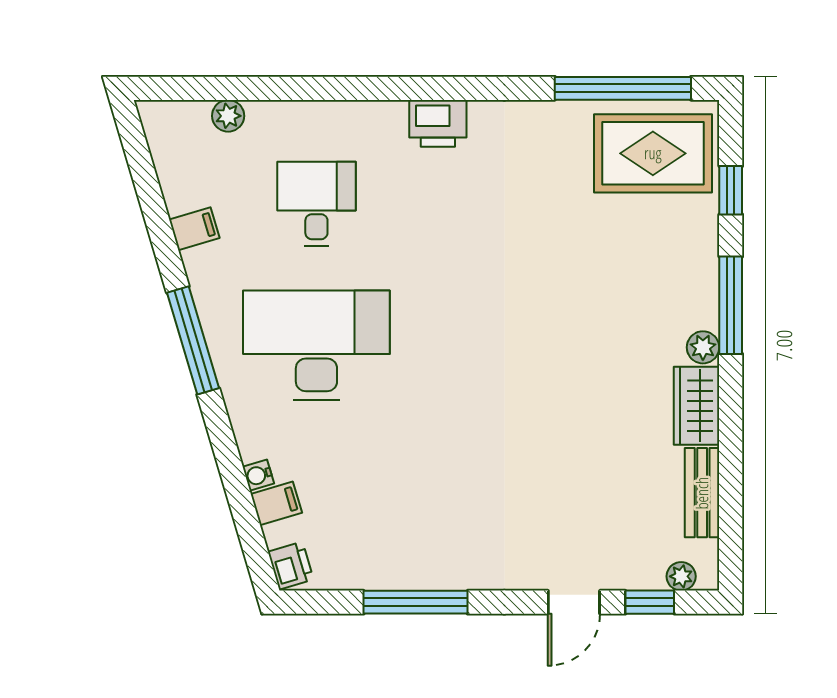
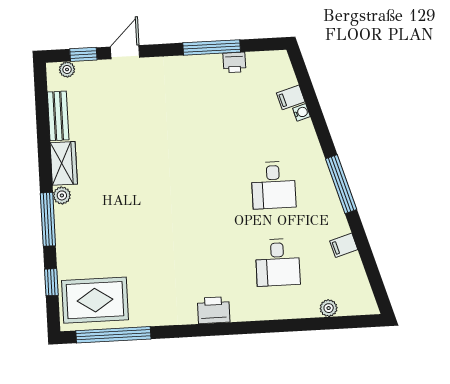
desk: (316, 345) -> (273, 185), width x0.53, depth x0.77
printer: (291, 566) -> (234, 62), moved, turned -73

